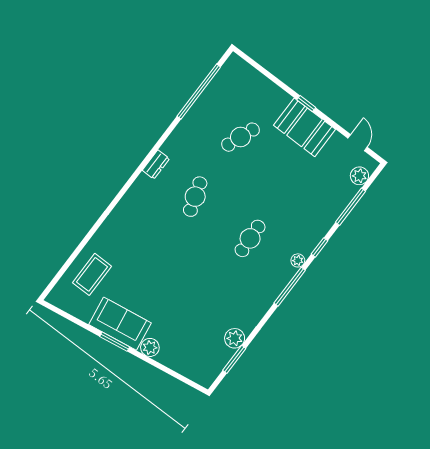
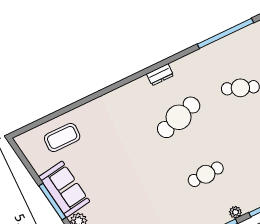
cafe table: (195, 197) -> (179, 117), width x1.37, depth x1.35
window: (115, 342) -> (52, 202), width x1.44

